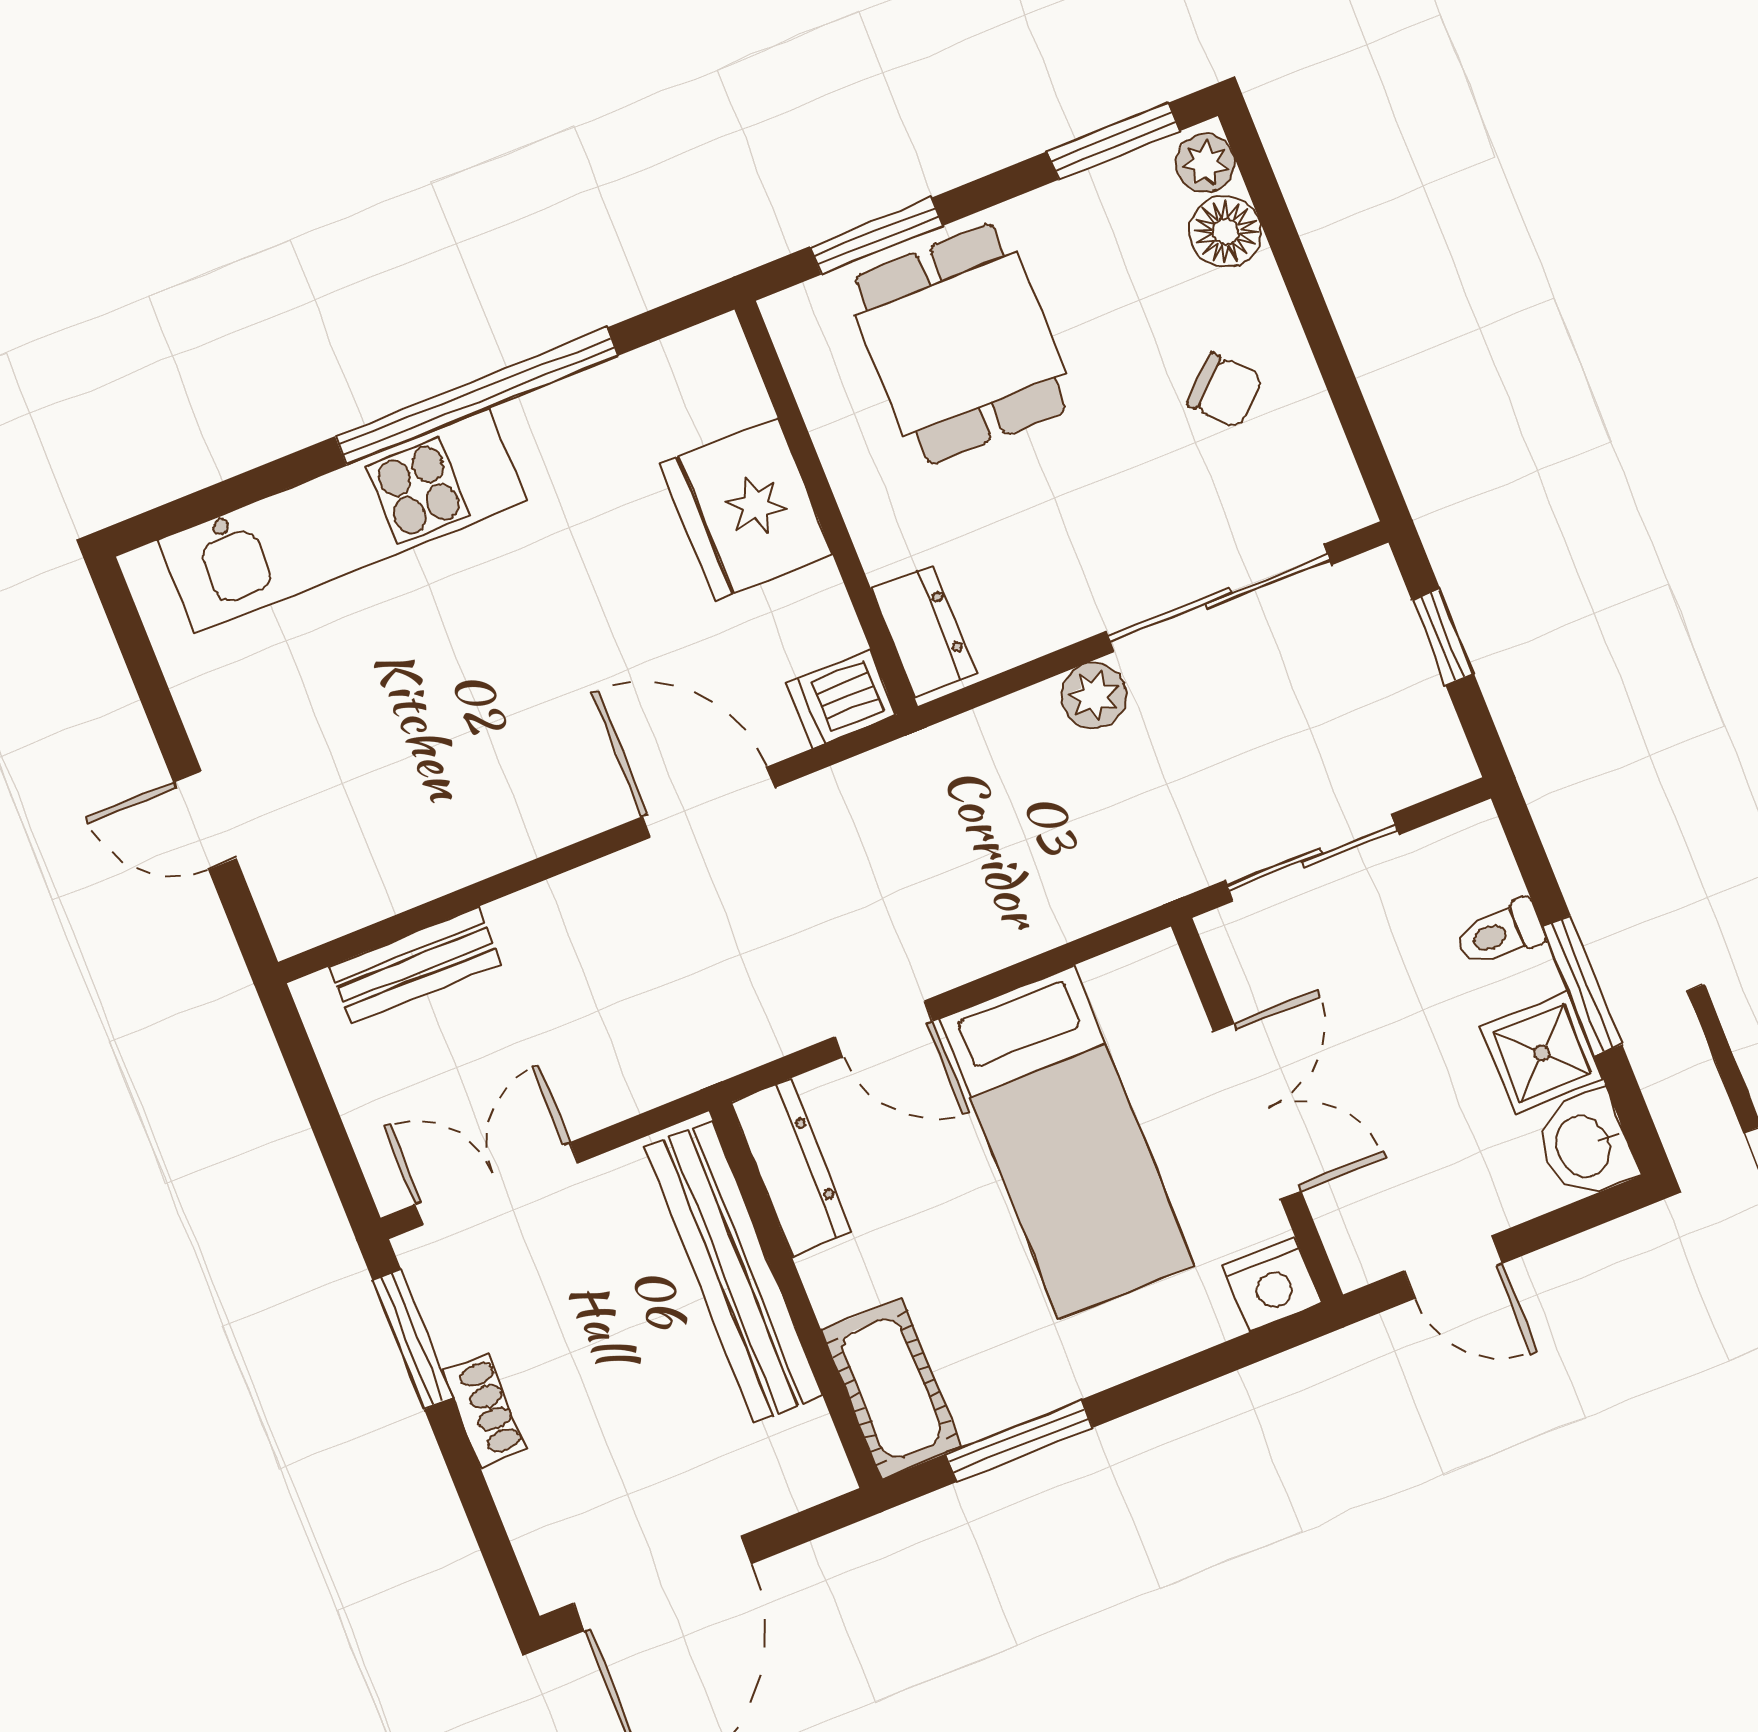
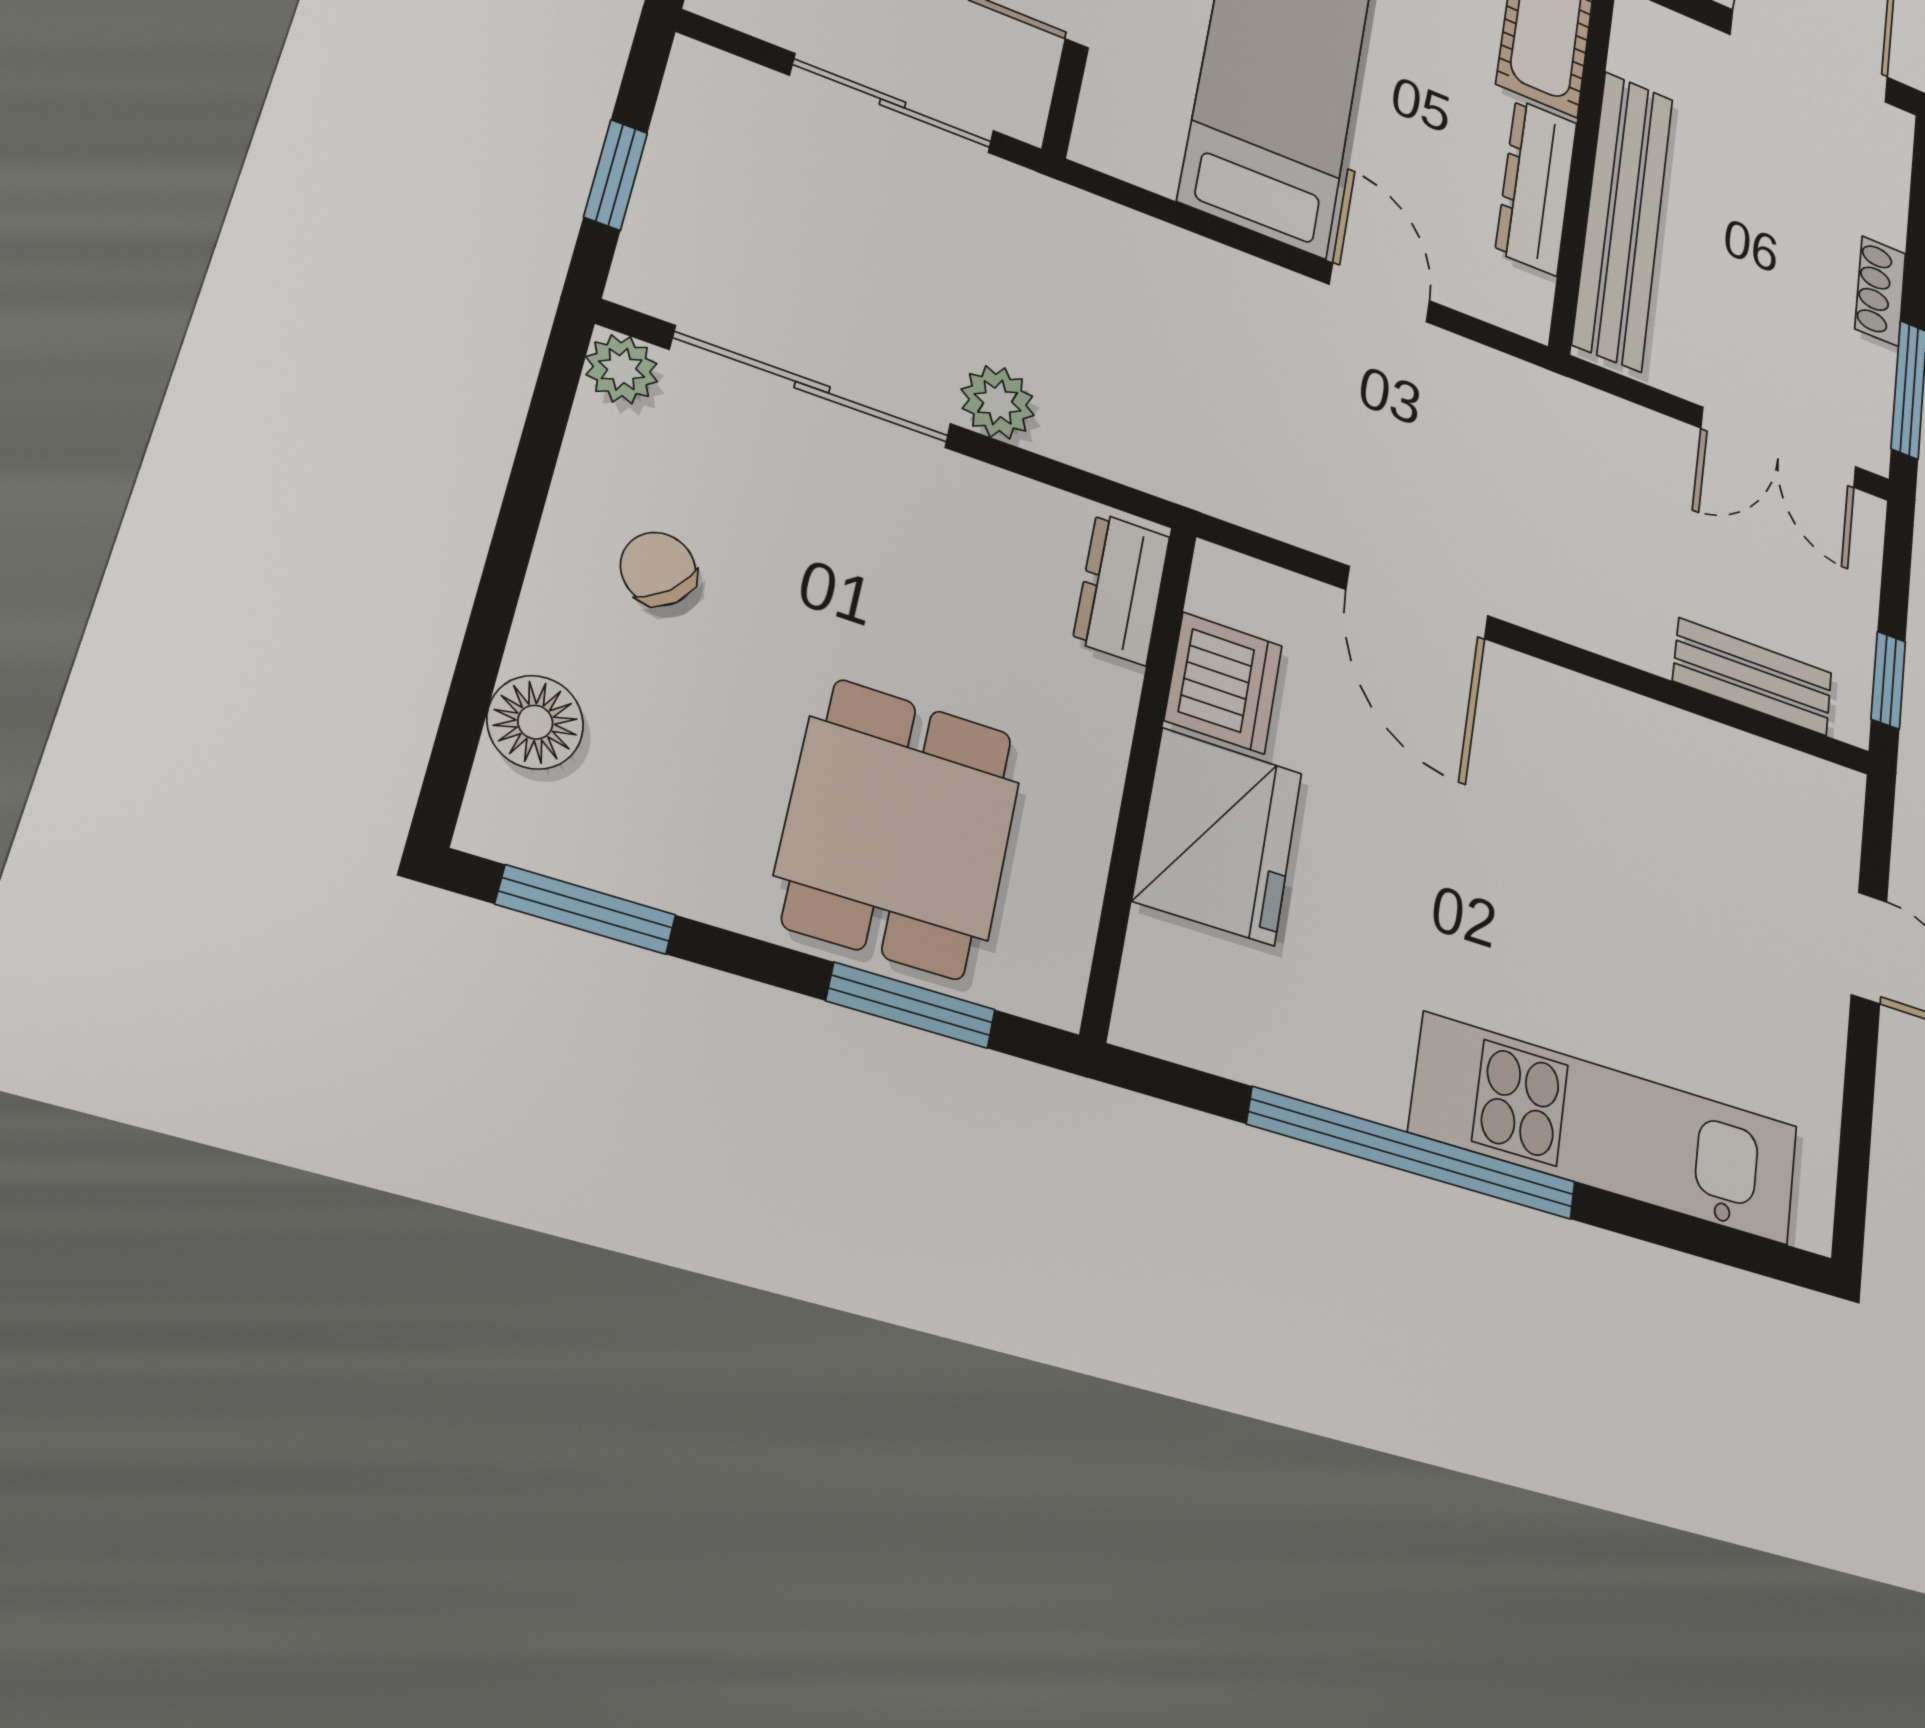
plant: (1205, 163) -> (622, 369), moved
dishwasher: (841, 699) -> (1223, 683), moved, width x1.38
window: (300, 1058) -> (1888, 680), added
dresser: (791, 1168) -> (1536, 187), moved

